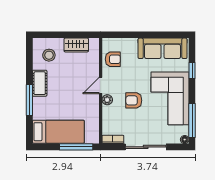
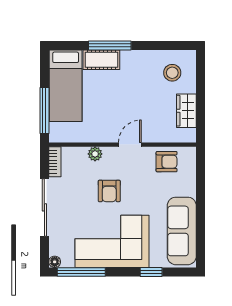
armchair: (113, 59) -> (167, 162), turned -90
cot: (40, 83) -> (101, 60), moved
door: (101, 86) -> (130, 145), hinge flipped
plant: (107, 100) -> (95, 154), moved
armchair: (134, 100) -> (109, 191), turned 180

